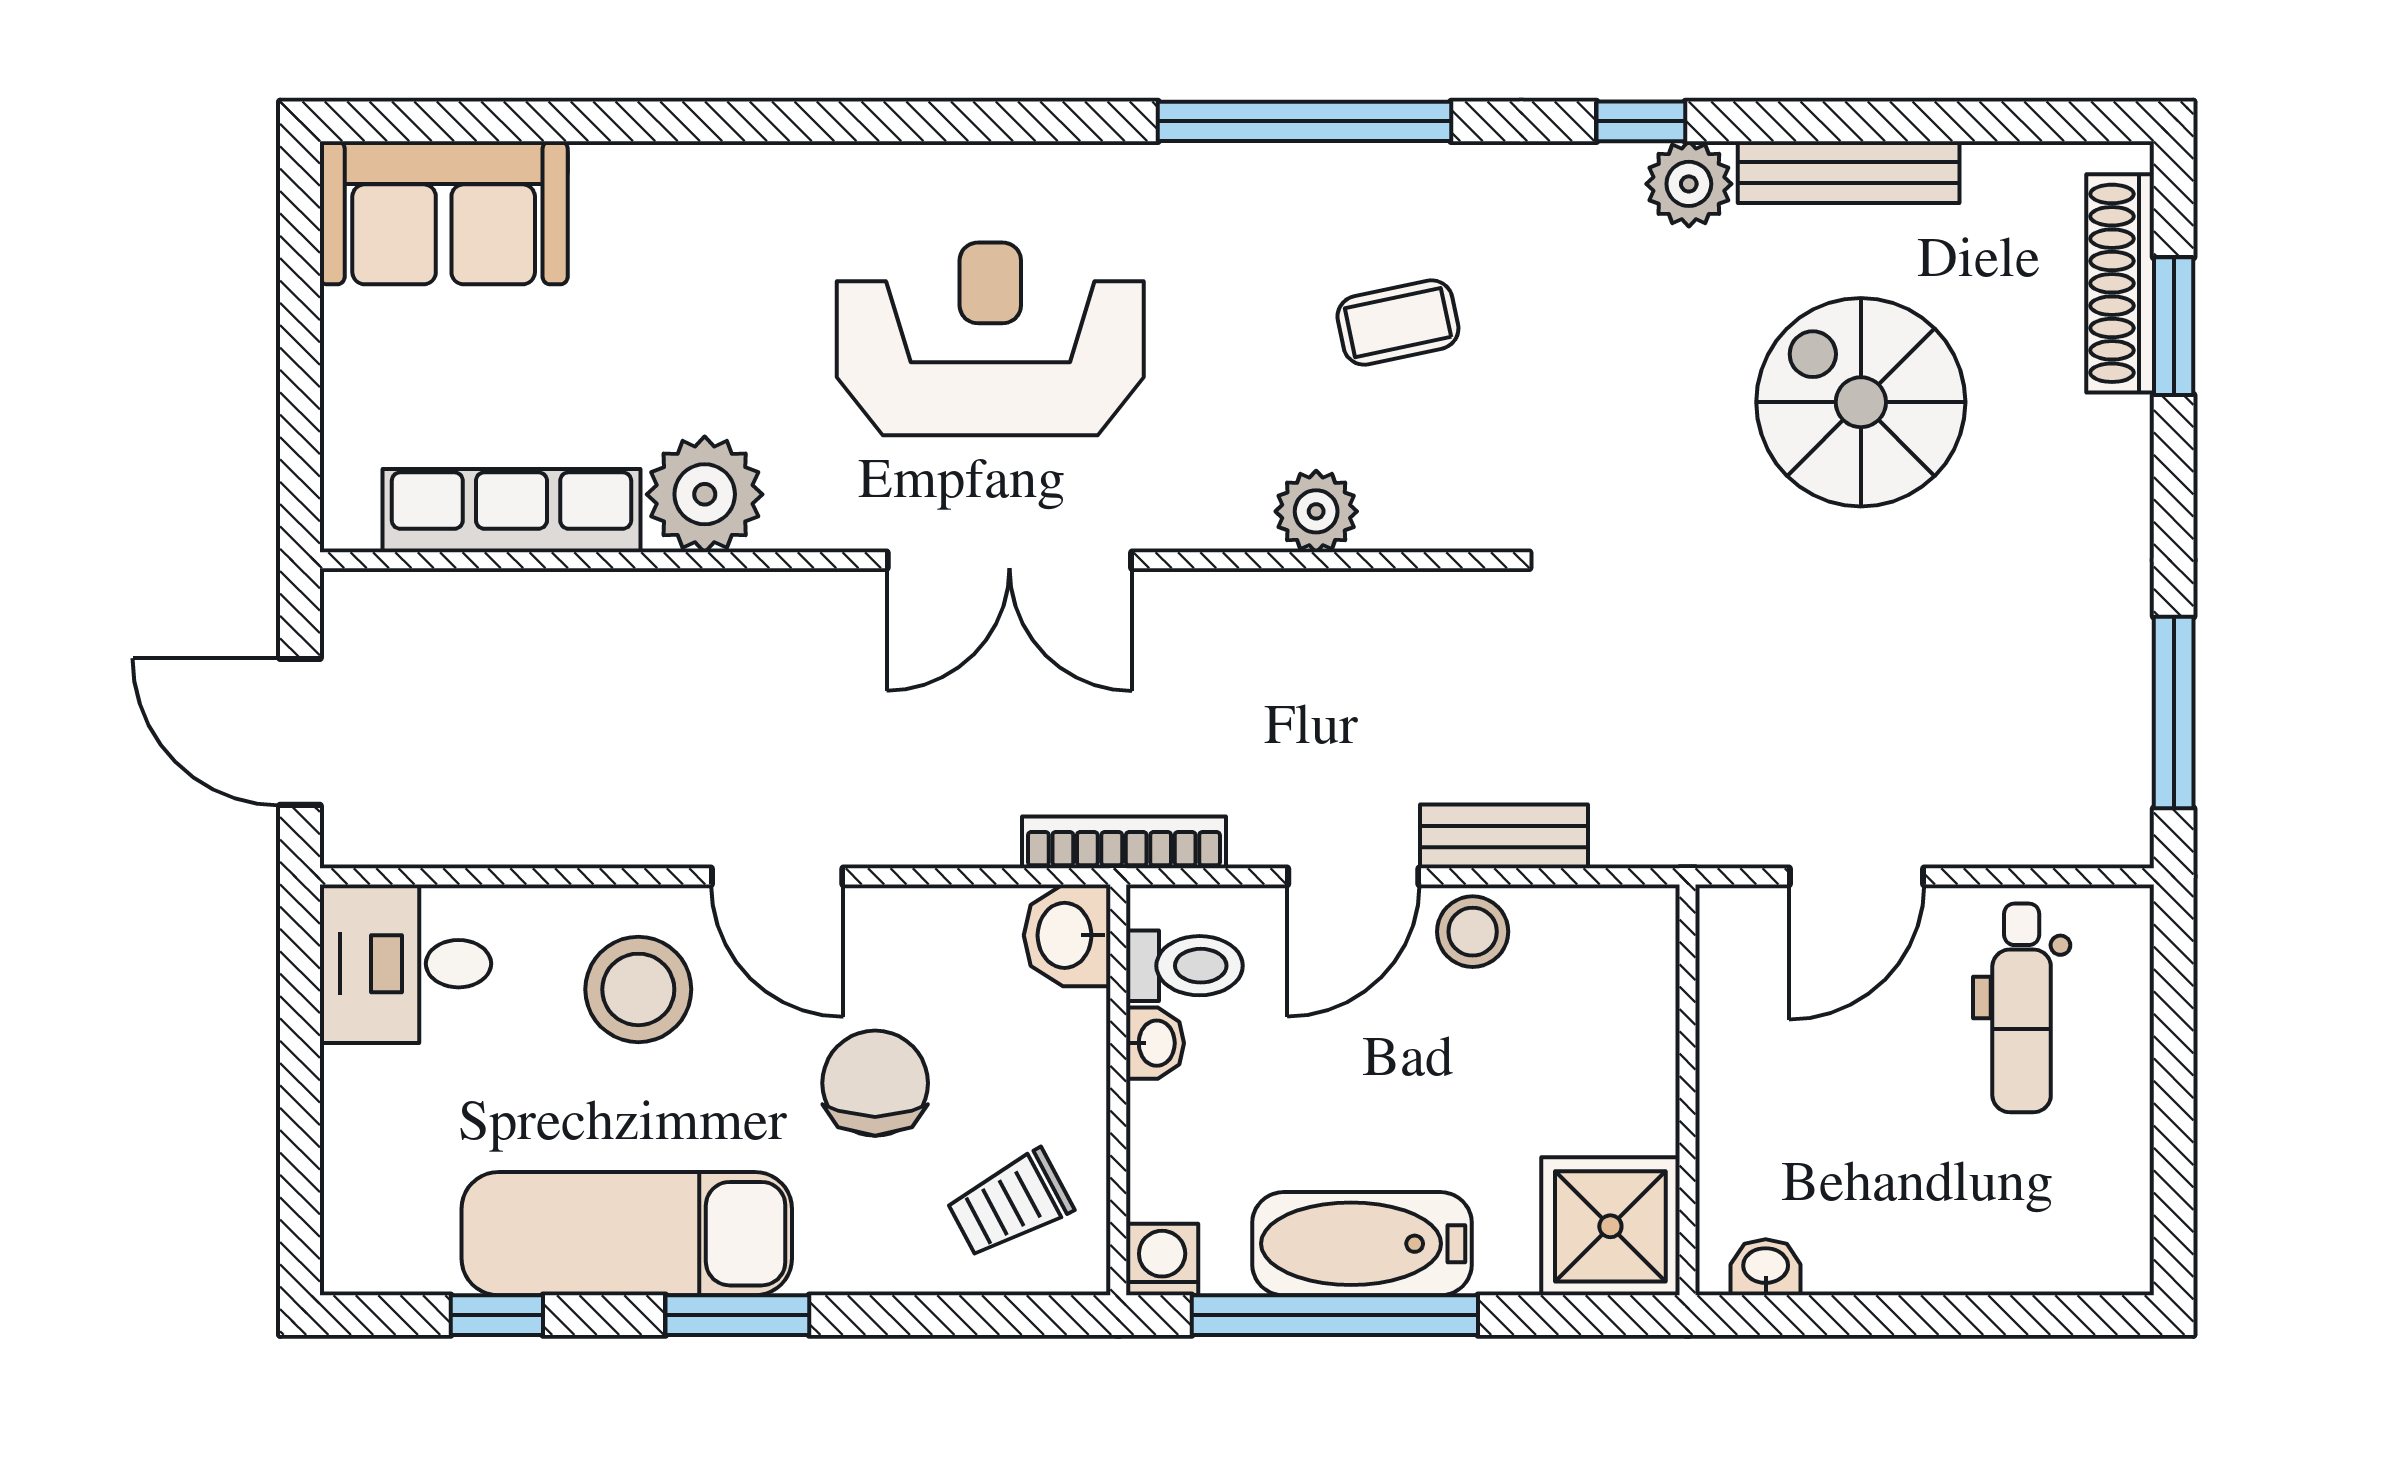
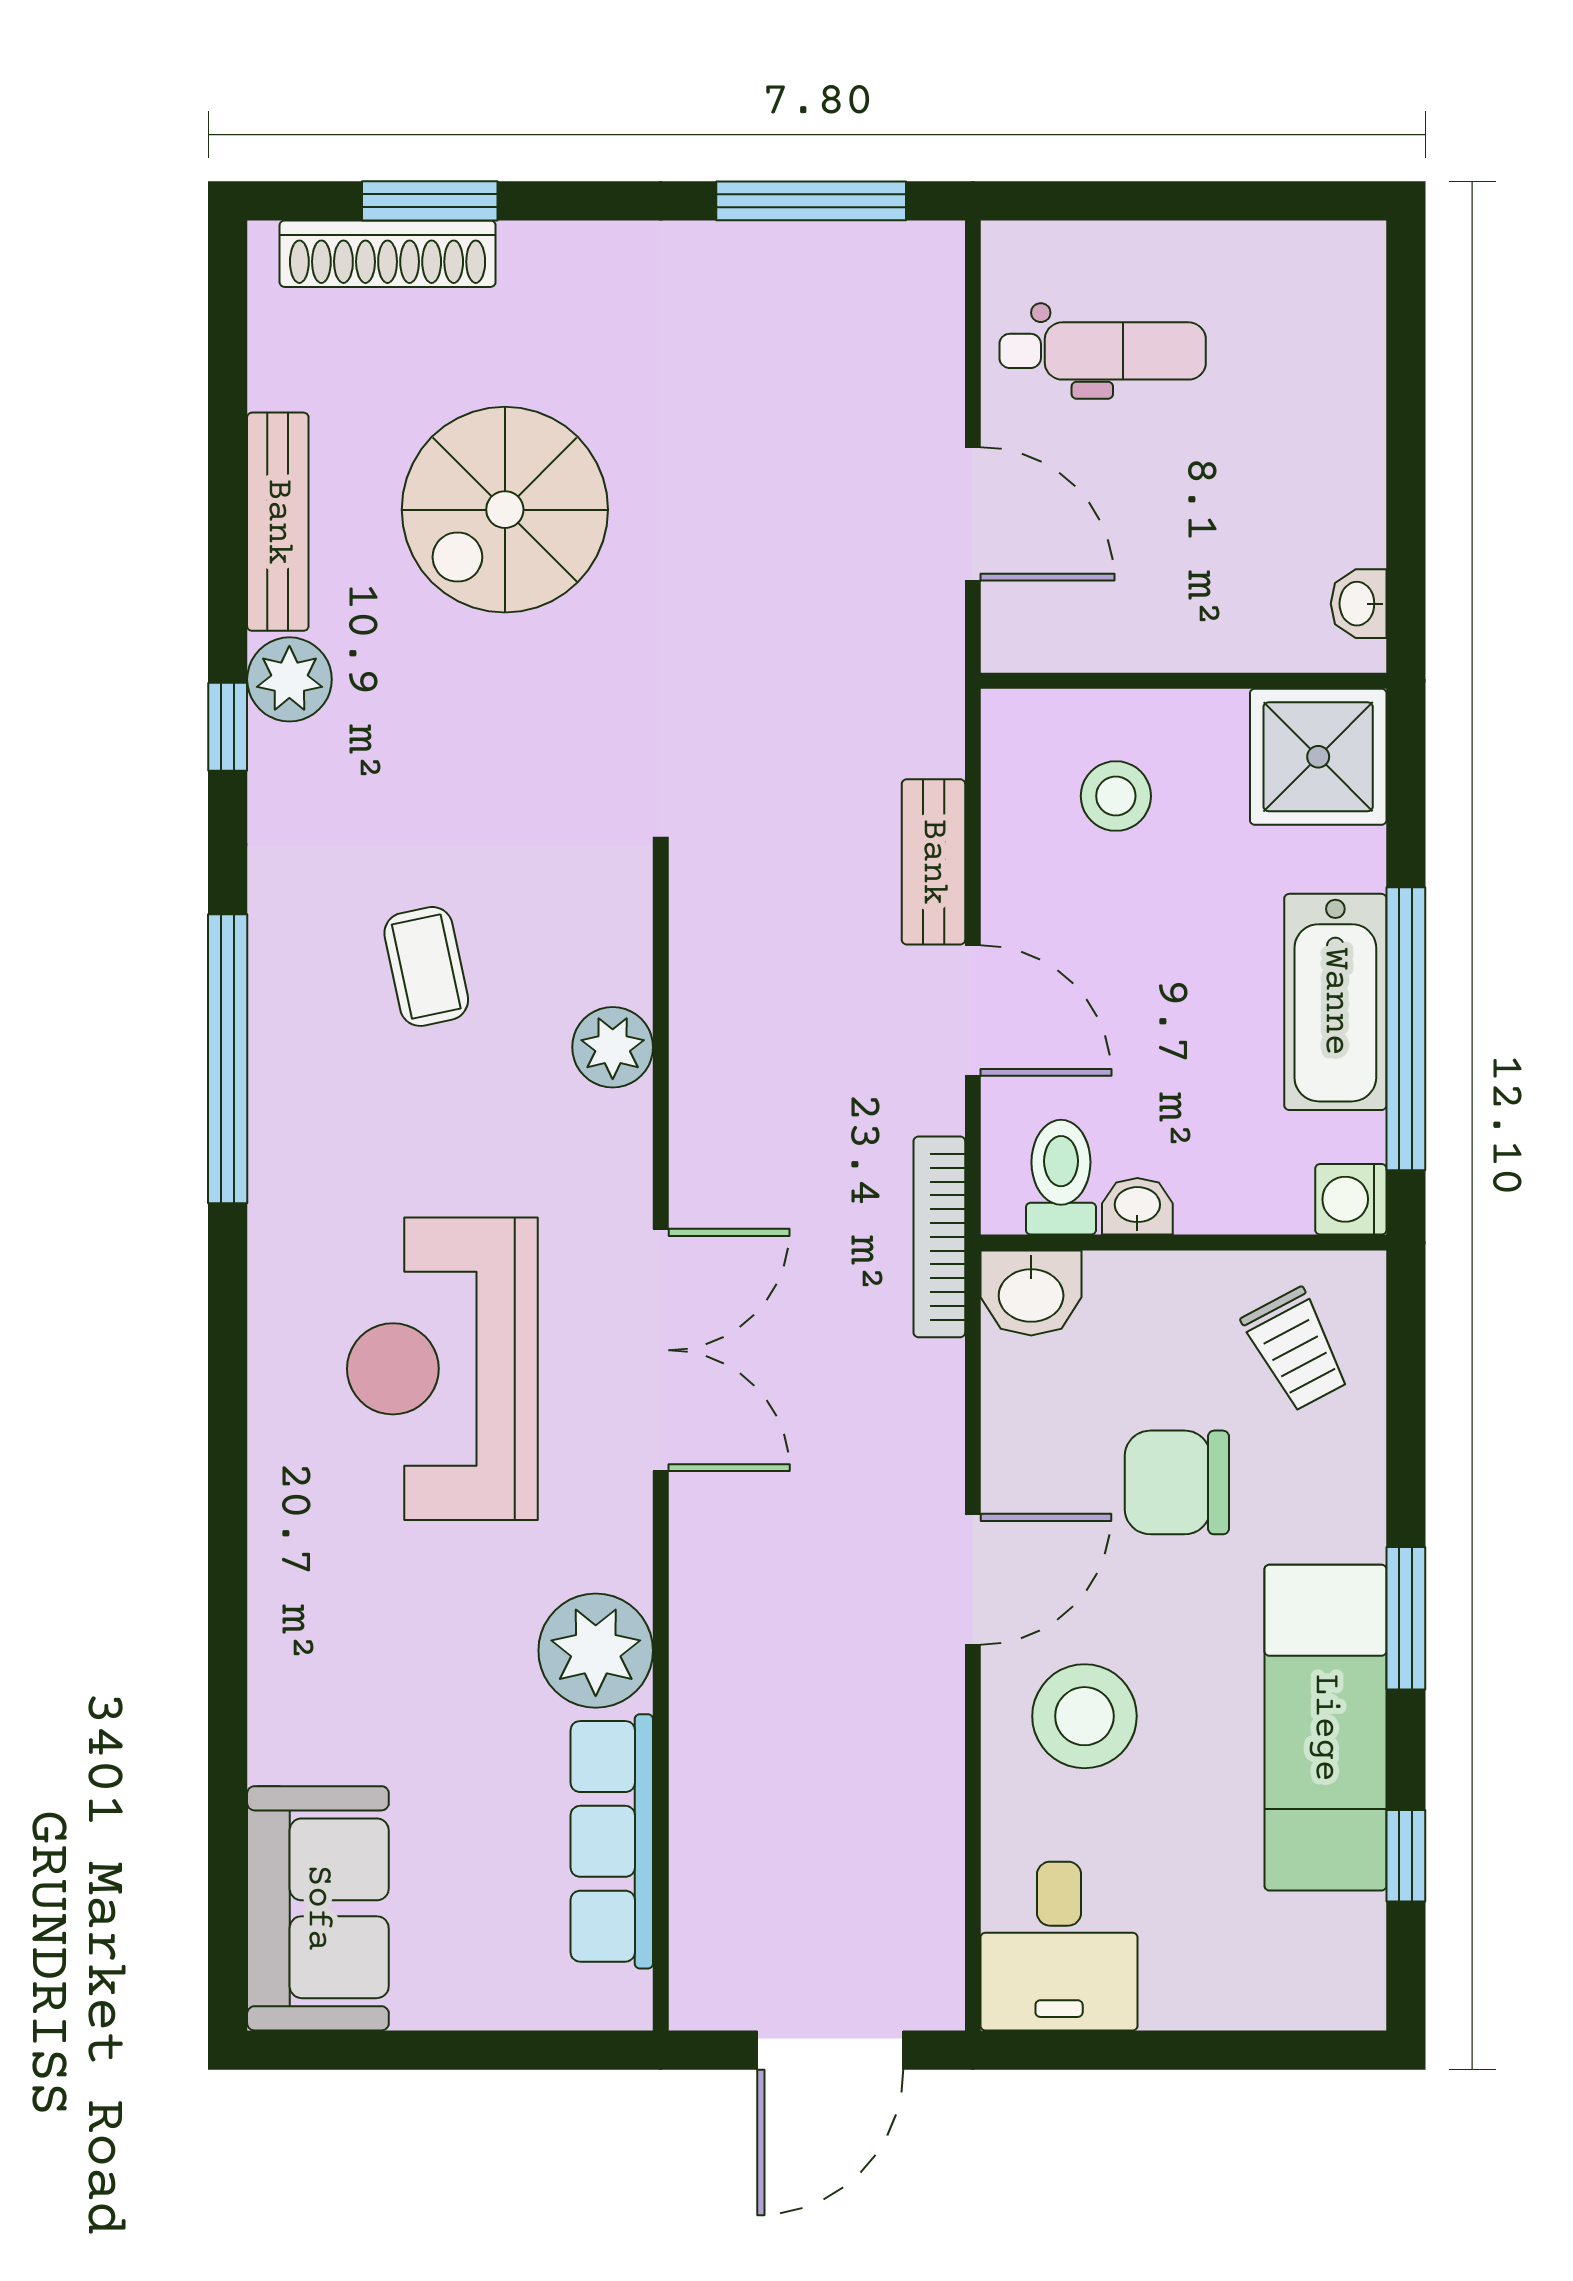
stool: (1473, 932) -> (1116, 796), moved

